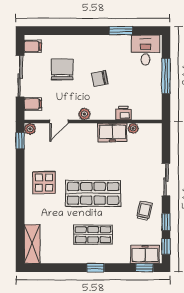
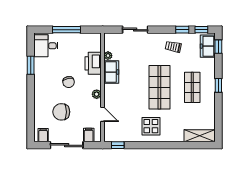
printer: (123, 113) -> (93, 63), width x1.87, depth x1.48
plant: (30, 129) -> (108, 137), removed
sliding door: (166, 180) -> (135, 30), moved

